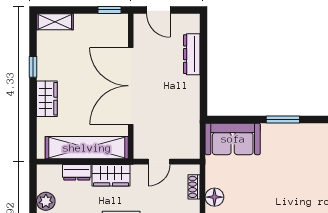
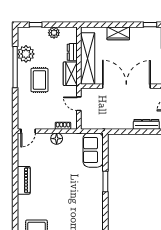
window: (33, 67) -> (150, 25), moved

